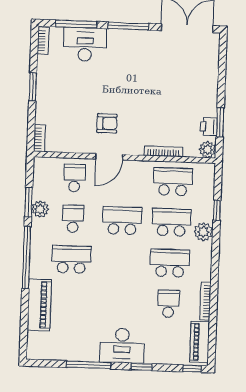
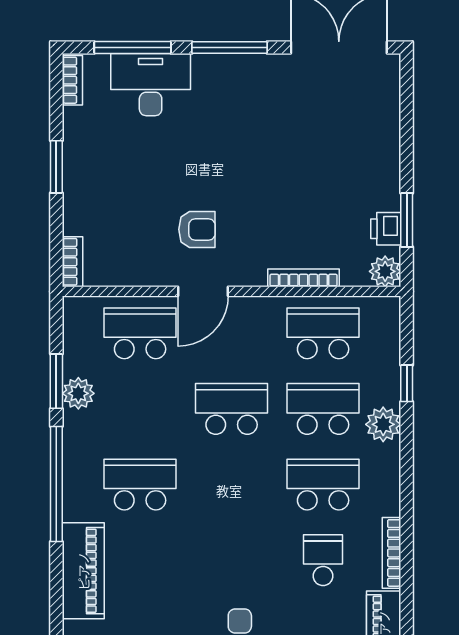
school desk: (74, 178) -> (140, 333), width x1.85
school desk: (73, 219) -> (140, 409), removed

